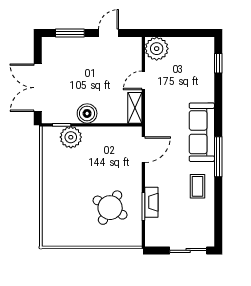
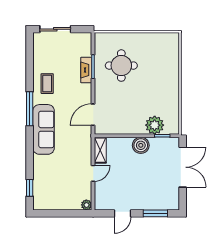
plant: (157, 49) -> (86, 205), width x0.53, depth x0.53
round table: (110, 208) -> (121, 66), turned -30

